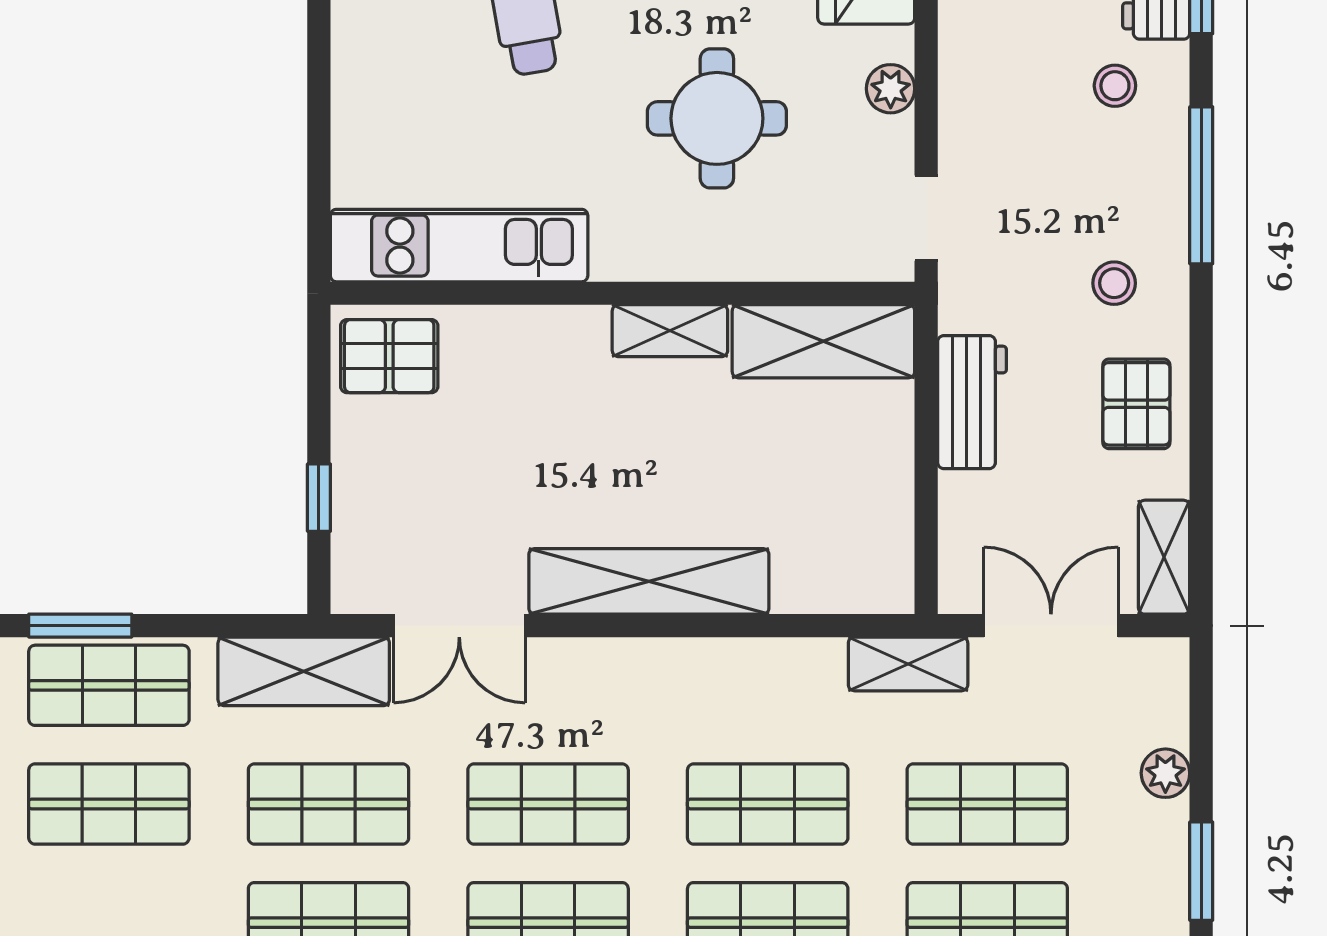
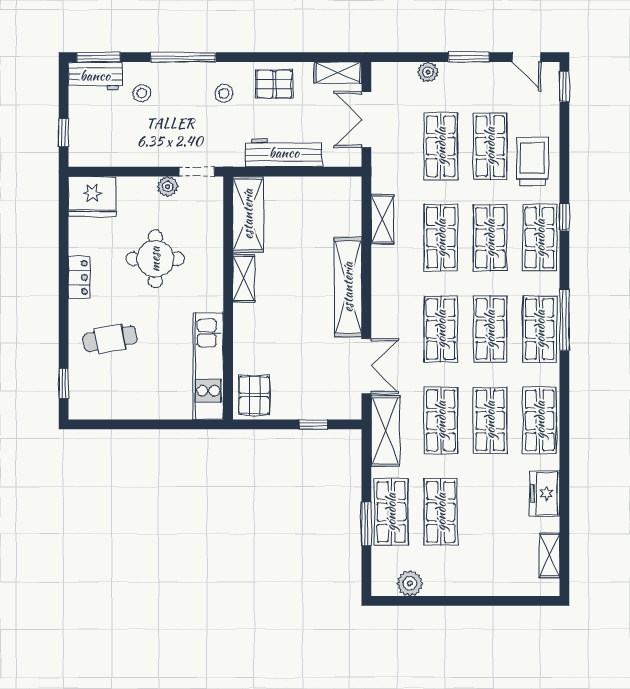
plant: (891, 89) -> (168, 186), moved
workbench: (972, 402) -> (284, 153), width x1.38
shelving: (908, 664) -> (382, 219), moved

